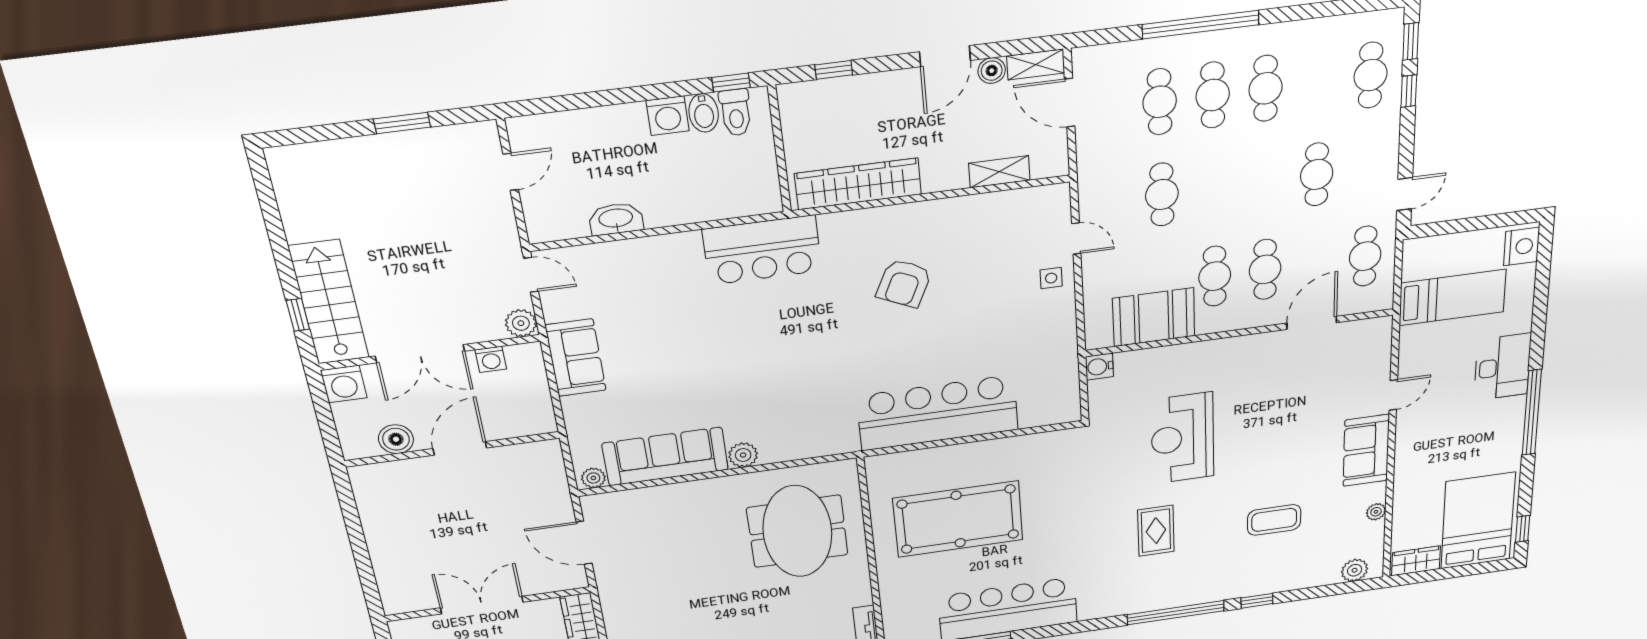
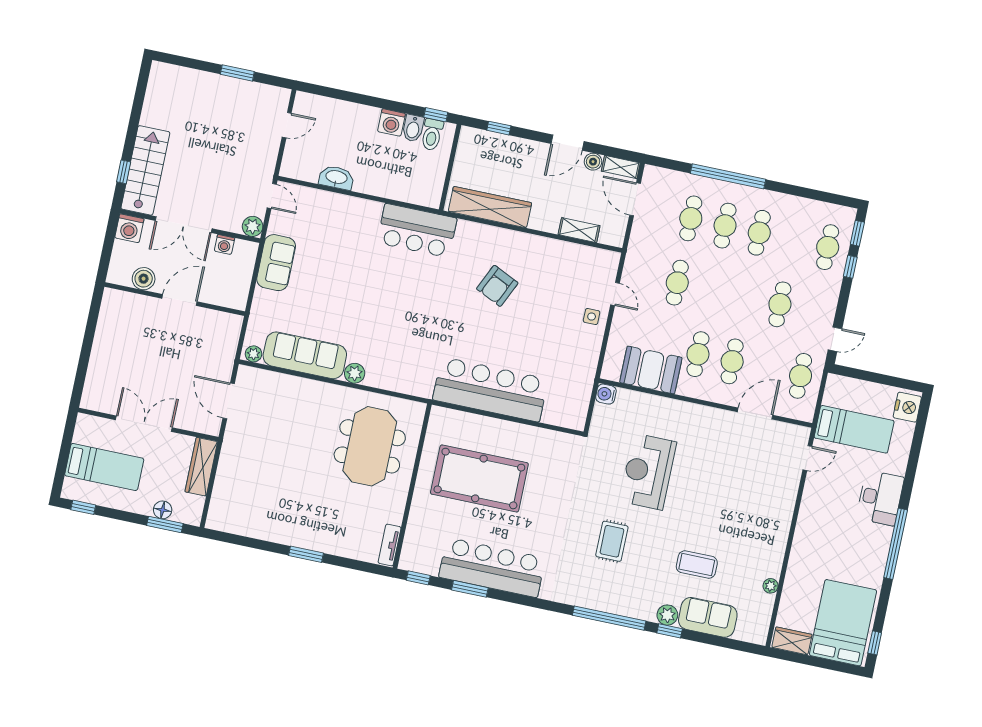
door: (1393, 395) -> (807, 458), moved
sofa: (1366, 450) -> (708, 617), moved, turned 90
plant: (1355, 570) -> (667, 615), moved

